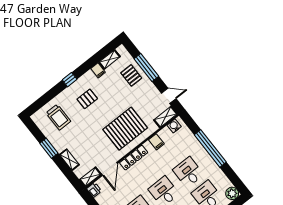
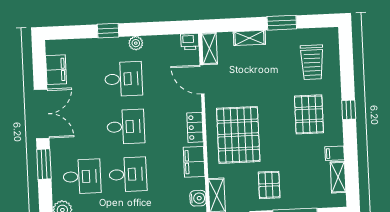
pallet: (131, 75) -> (269, 185), moved, turned 90
pallet: (87, 99) -> (309, 114), width x1.50, depth x1.42
trolley: (58, 117) -> (312, 62), turned -90
filing cabinet: (156, 142) -> (194, 162), width x2.00
locker: (134, 158) -> (195, 127), width x0.66

